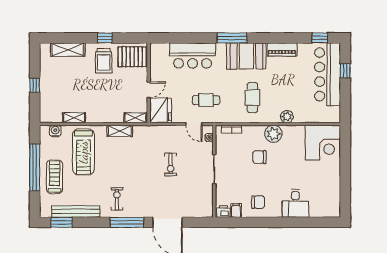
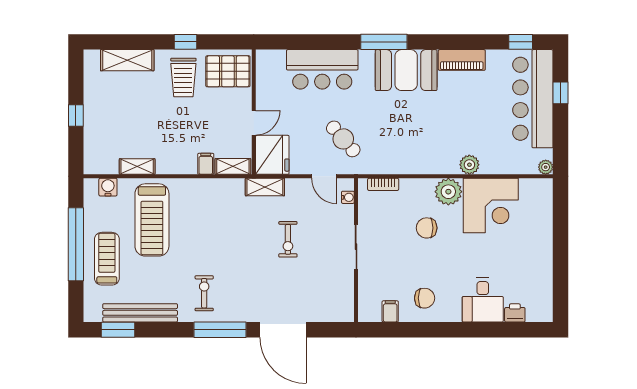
cafe table: (252, 98) -> (416, 135), removed
cafe table: (206, 100) -> (343, 139), turned 49
filing cabinet: (118, 116) -> (206, 164), added
plant: (336, 118) -> (546, 167), added
shelving: (120, 131) -> (265, 187), moved
corner desk: (323, 143) -> (491, 206), moved
printer: (224, 212) -> (515, 313), moved

